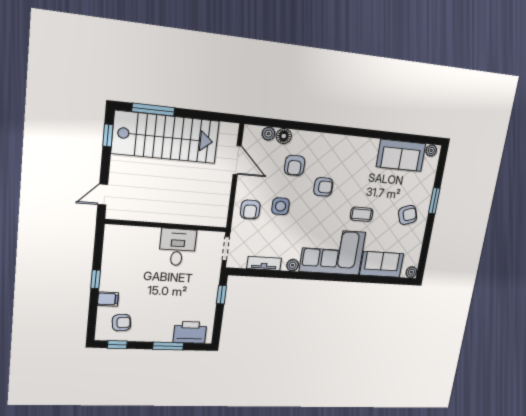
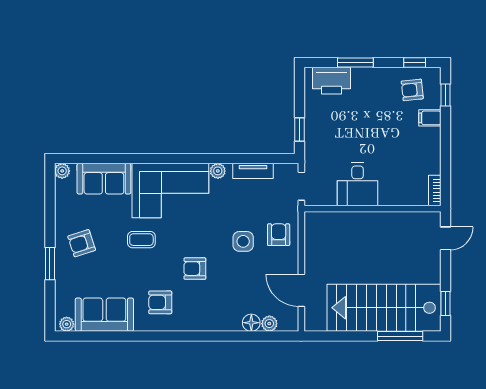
armchair: (295, 165) -> (160, 302), moved, turned -90
bookcase: (109, 237) -> (435, 190), added
window: (96, 279) -> (445, 95), moved

